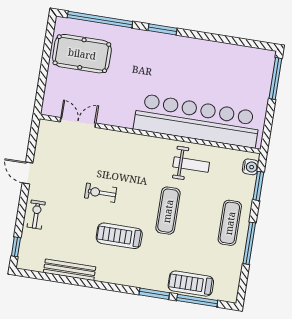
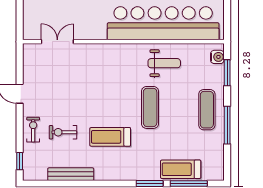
exercise bike: (101, 193) -> (63, 132), moved

